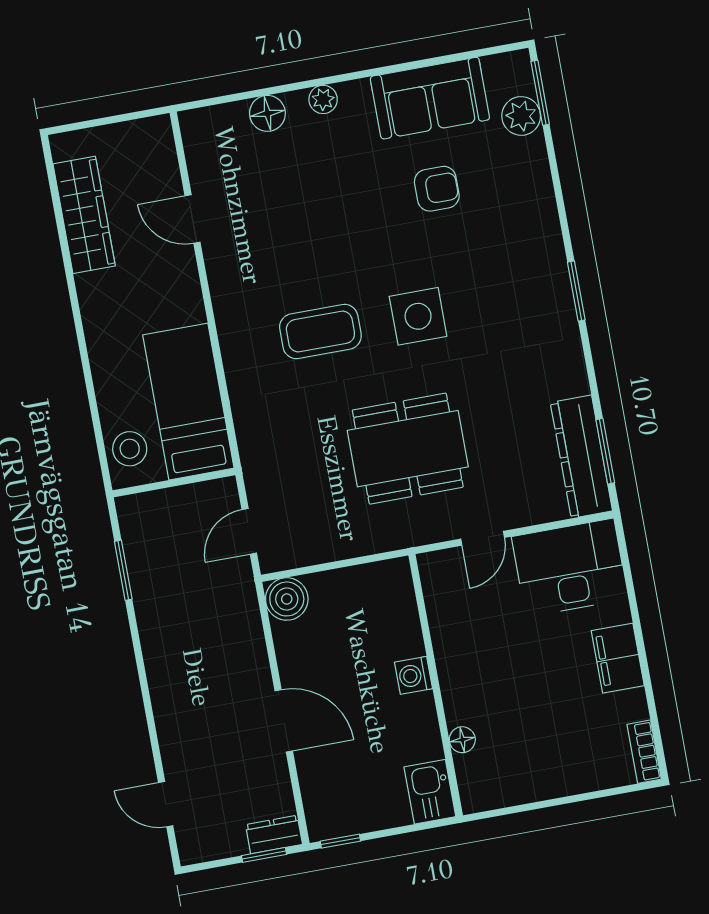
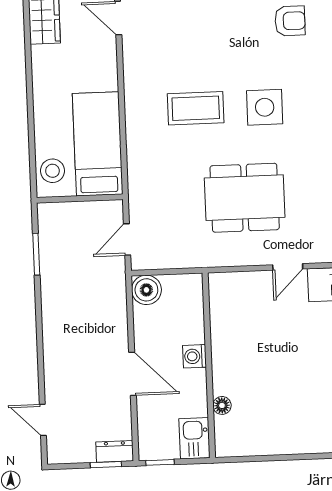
washing machine: (414, 675) -> (195, 356), moved
wall: (436, 685) -> (209, 365), moved
floor lamp: (462, 740) -> (222, 405), moved
kitchen sink: (430, 792) -> (195, 438), moved

